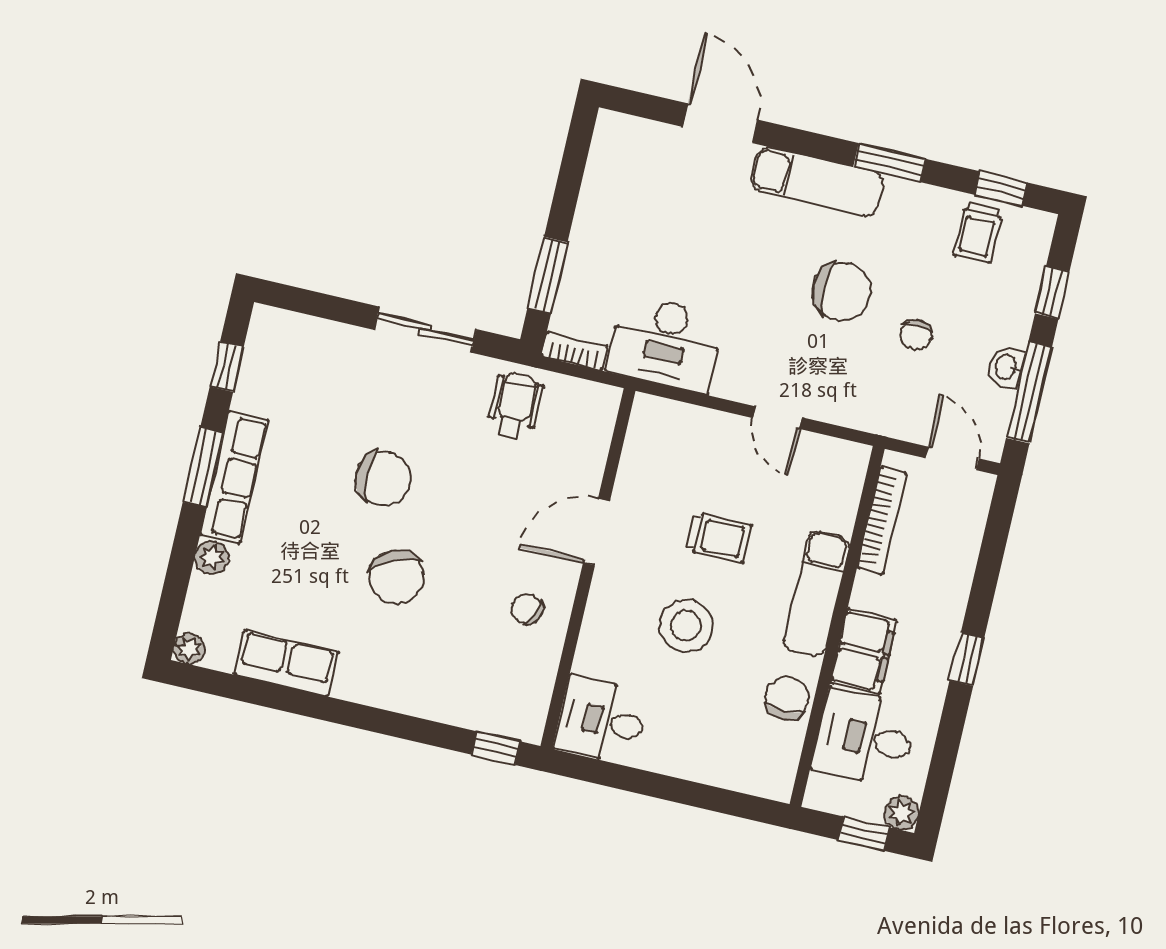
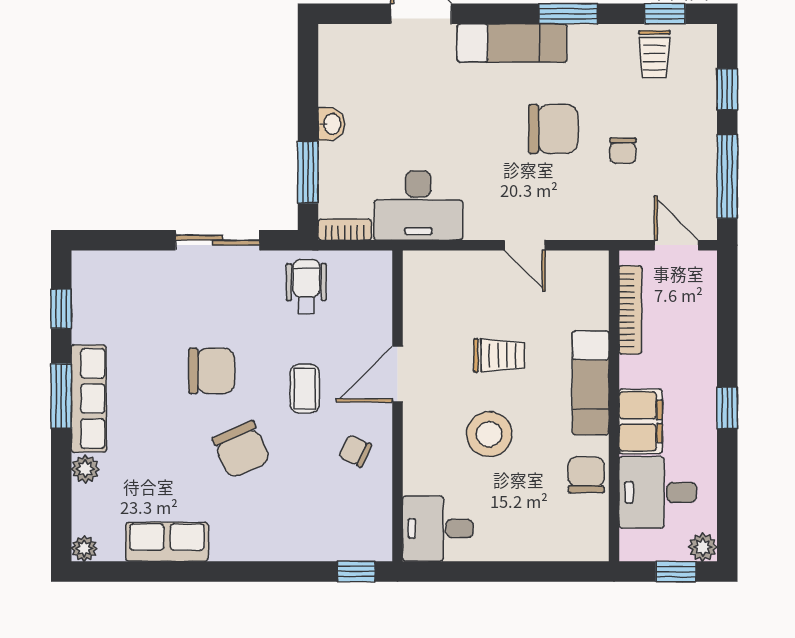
washbasin: (1006, 367) -> (331, 124), moved, turned 180
coffee table: (486, 524) -> (305, 389), added

